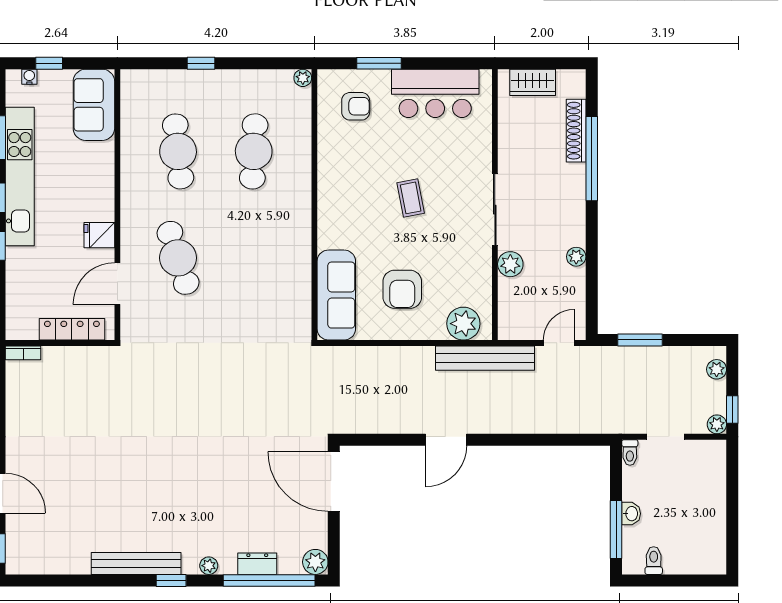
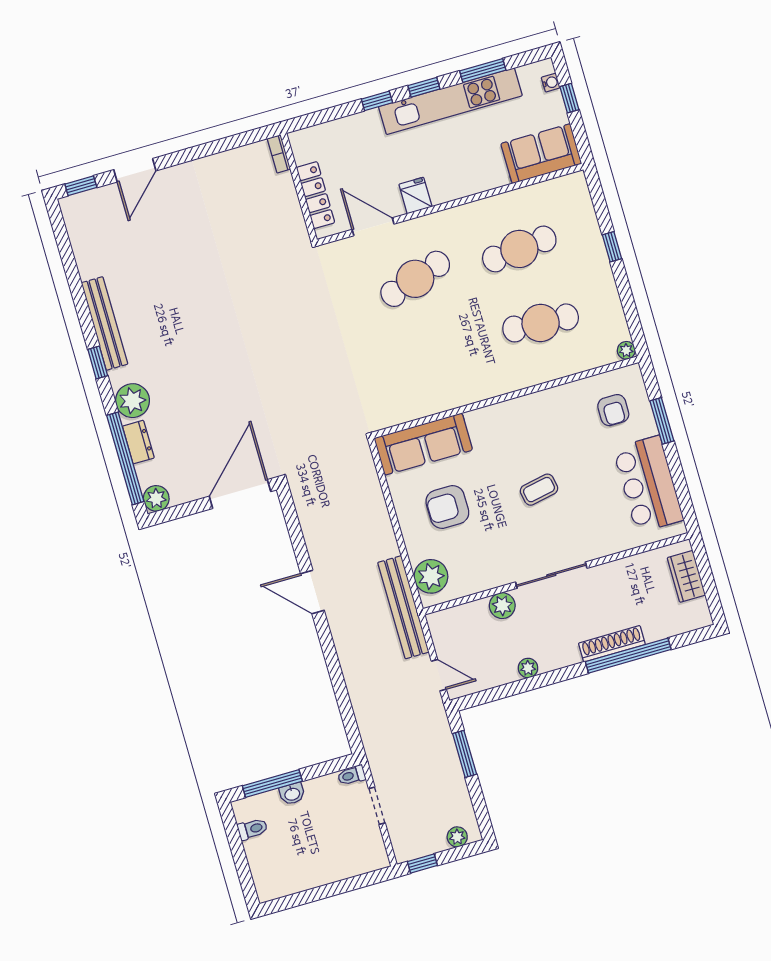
shoe rack: (576, 131) -> (612, 644), moved
plant: (717, 424) -> (403, 853), removed
plant: (209, 566) -> (132, 401), width x1.88, depth x1.88

